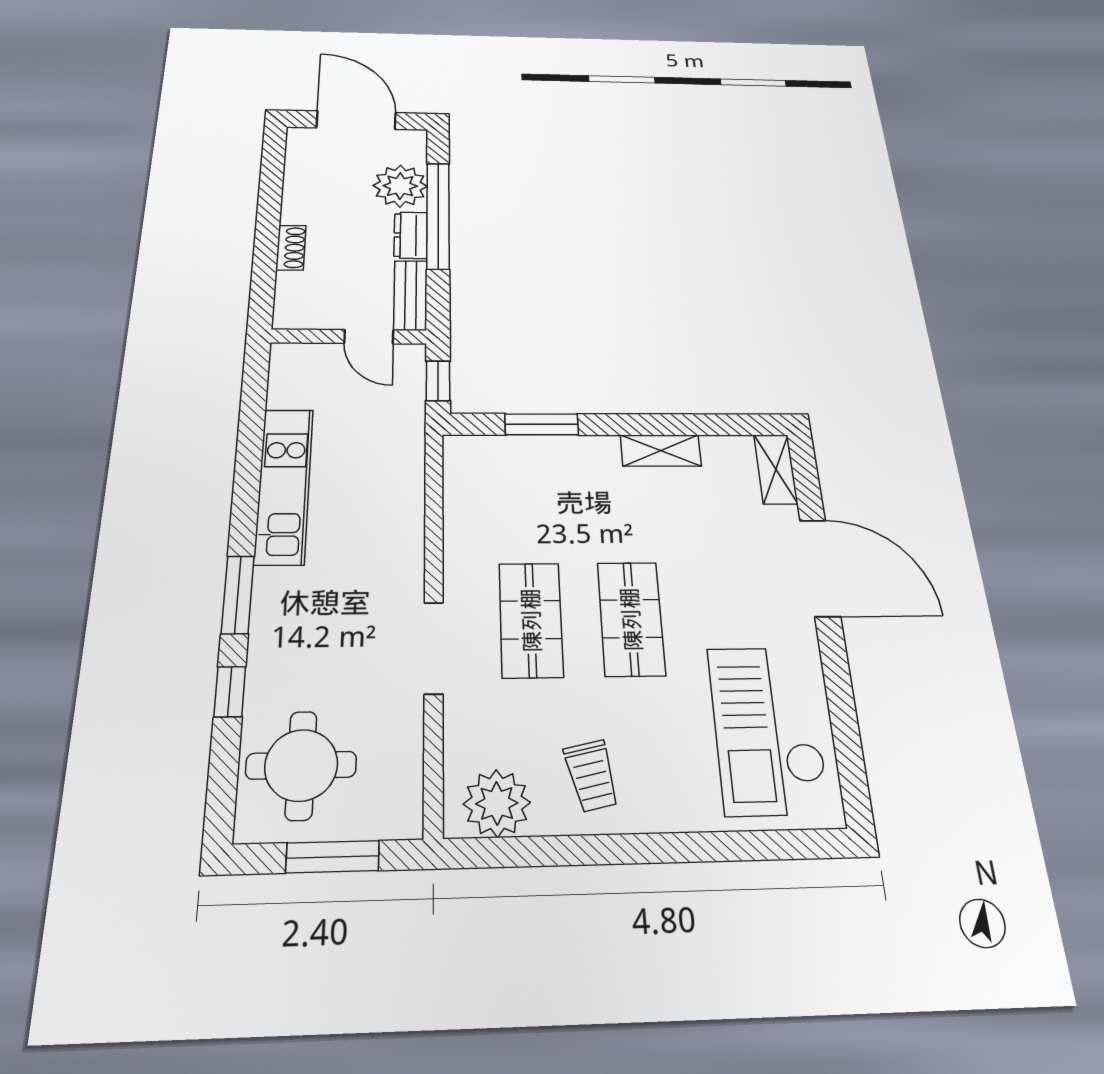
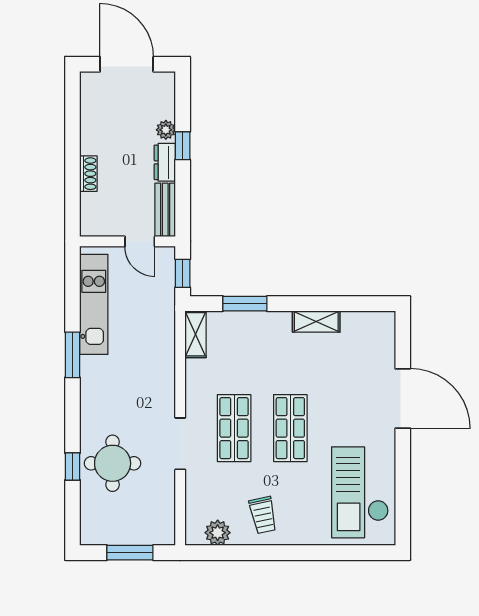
plant: (400, 186) -> (166, 130), width x0.53, depth x0.53
window: (438, 215) -> (183, 146), width x0.32
shelving: (776, 469) -> (196, 334), moved
kitchen unit: (284, 485) -> (94, 304), moved
window: (238, 595) -> (73, 355), moved
round table: (301, 765) -> (113, 463), moved
plant: (497, 803) -> (218, 533), width x0.73, depth x0.73

